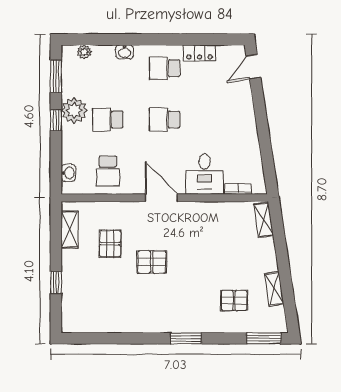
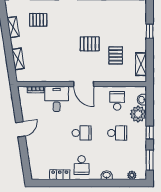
door: (253, 67) -> (20, 129), moved
school desk: (165, 68) -> (82, 165), turned 90
plant: (74, 111) -> (138, 114), moved
shelving: (263, 220) -> (18, 59), moved

